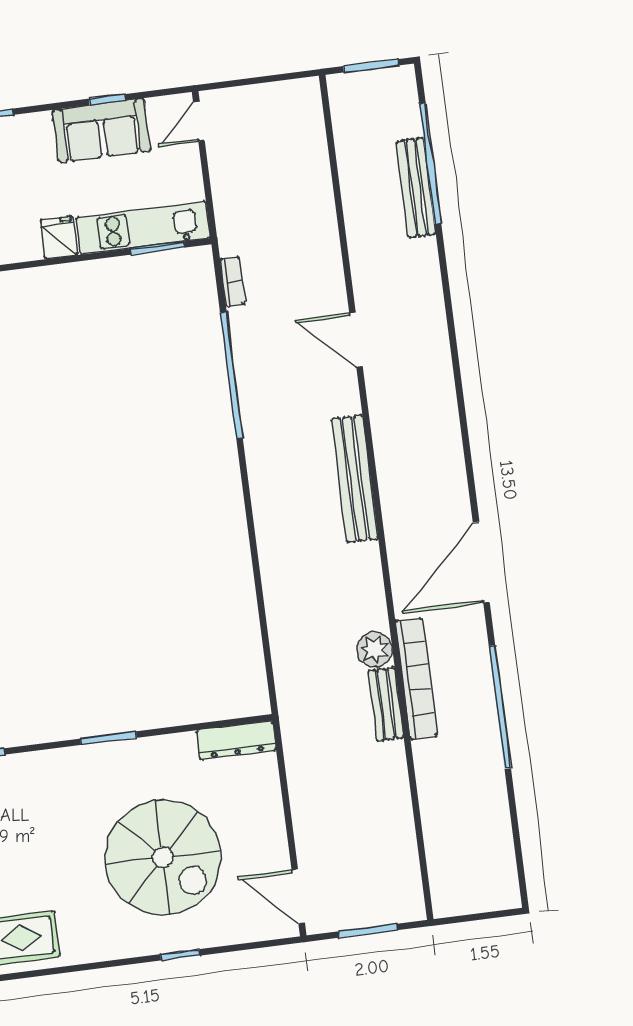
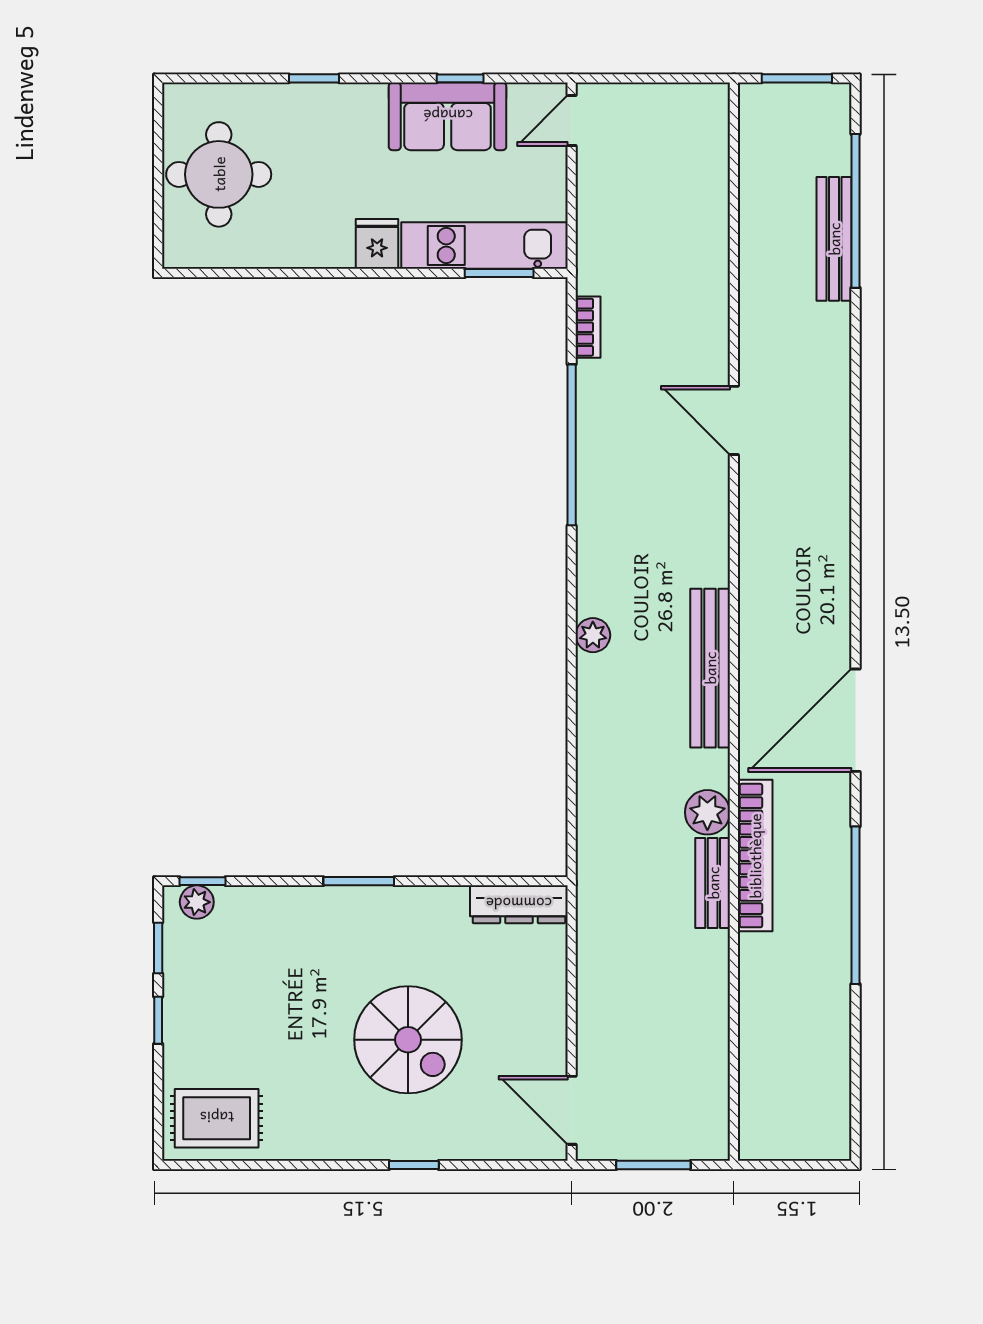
bench: (355, 479) -> (710, 668), moved
plant: (267, 522) -> (593, 635), added
spiral stairs: (163, 857) -> (408, 1040), width x0.73, depth x0.73

